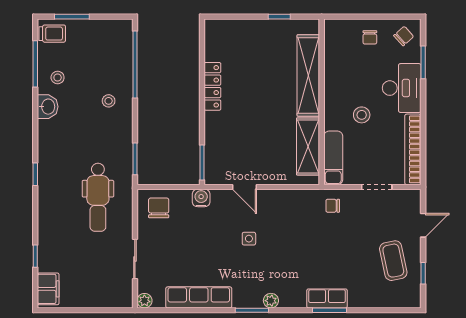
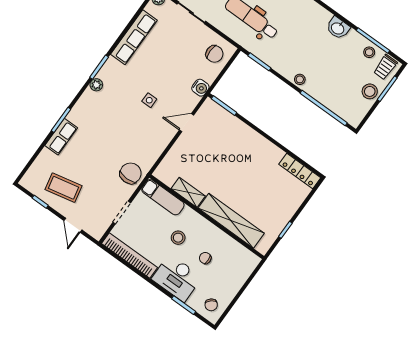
stool: (87, 32) -> (370, 91), added
chair: (370, 37) -> (205, 258), moved
stool: (58, 78) -> (369, 52), moved
locker: (212, 86) -> (300, 171), moved
stool: (109, 101) -> (300, 79), moved
shelving: (308, 146) -> (188, 192), width x0.67, depth x0.75
chair: (333, 206) -> (131, 173), width x1.87, depth x1.87
row of seats: (327, 298) -> (61, 137), moved

